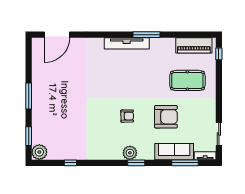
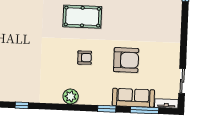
pool table: (187, 80) -> (82, 17), moved
plant: (130, 153) -> (71, 96), moved
window: (136, 163) -> (107, 109), moved

